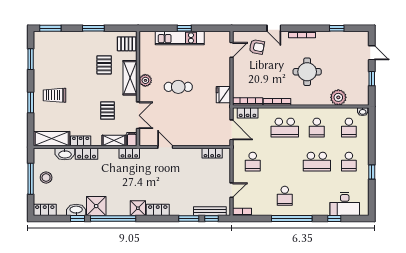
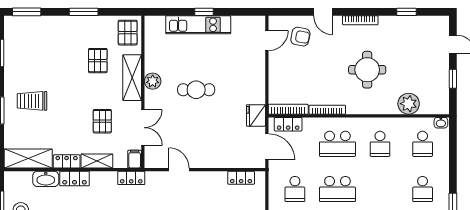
pallet: (127, 44) -> (128, 33), turned 90
fridge: (223, 95) -> (256, 115), moved
shelving: (114, 141) -> (97, 161), moved
school desk: (317, 162) -> (337, 189), moved

